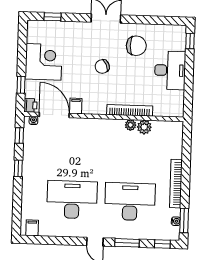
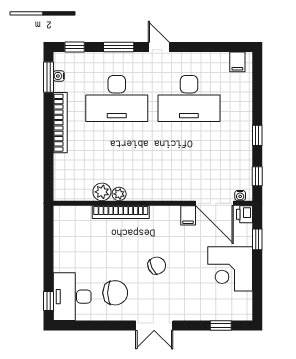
chair: (136, 46) -> (115, 293), turned 180
desk: (170, 70) -> (72, 297), moved

